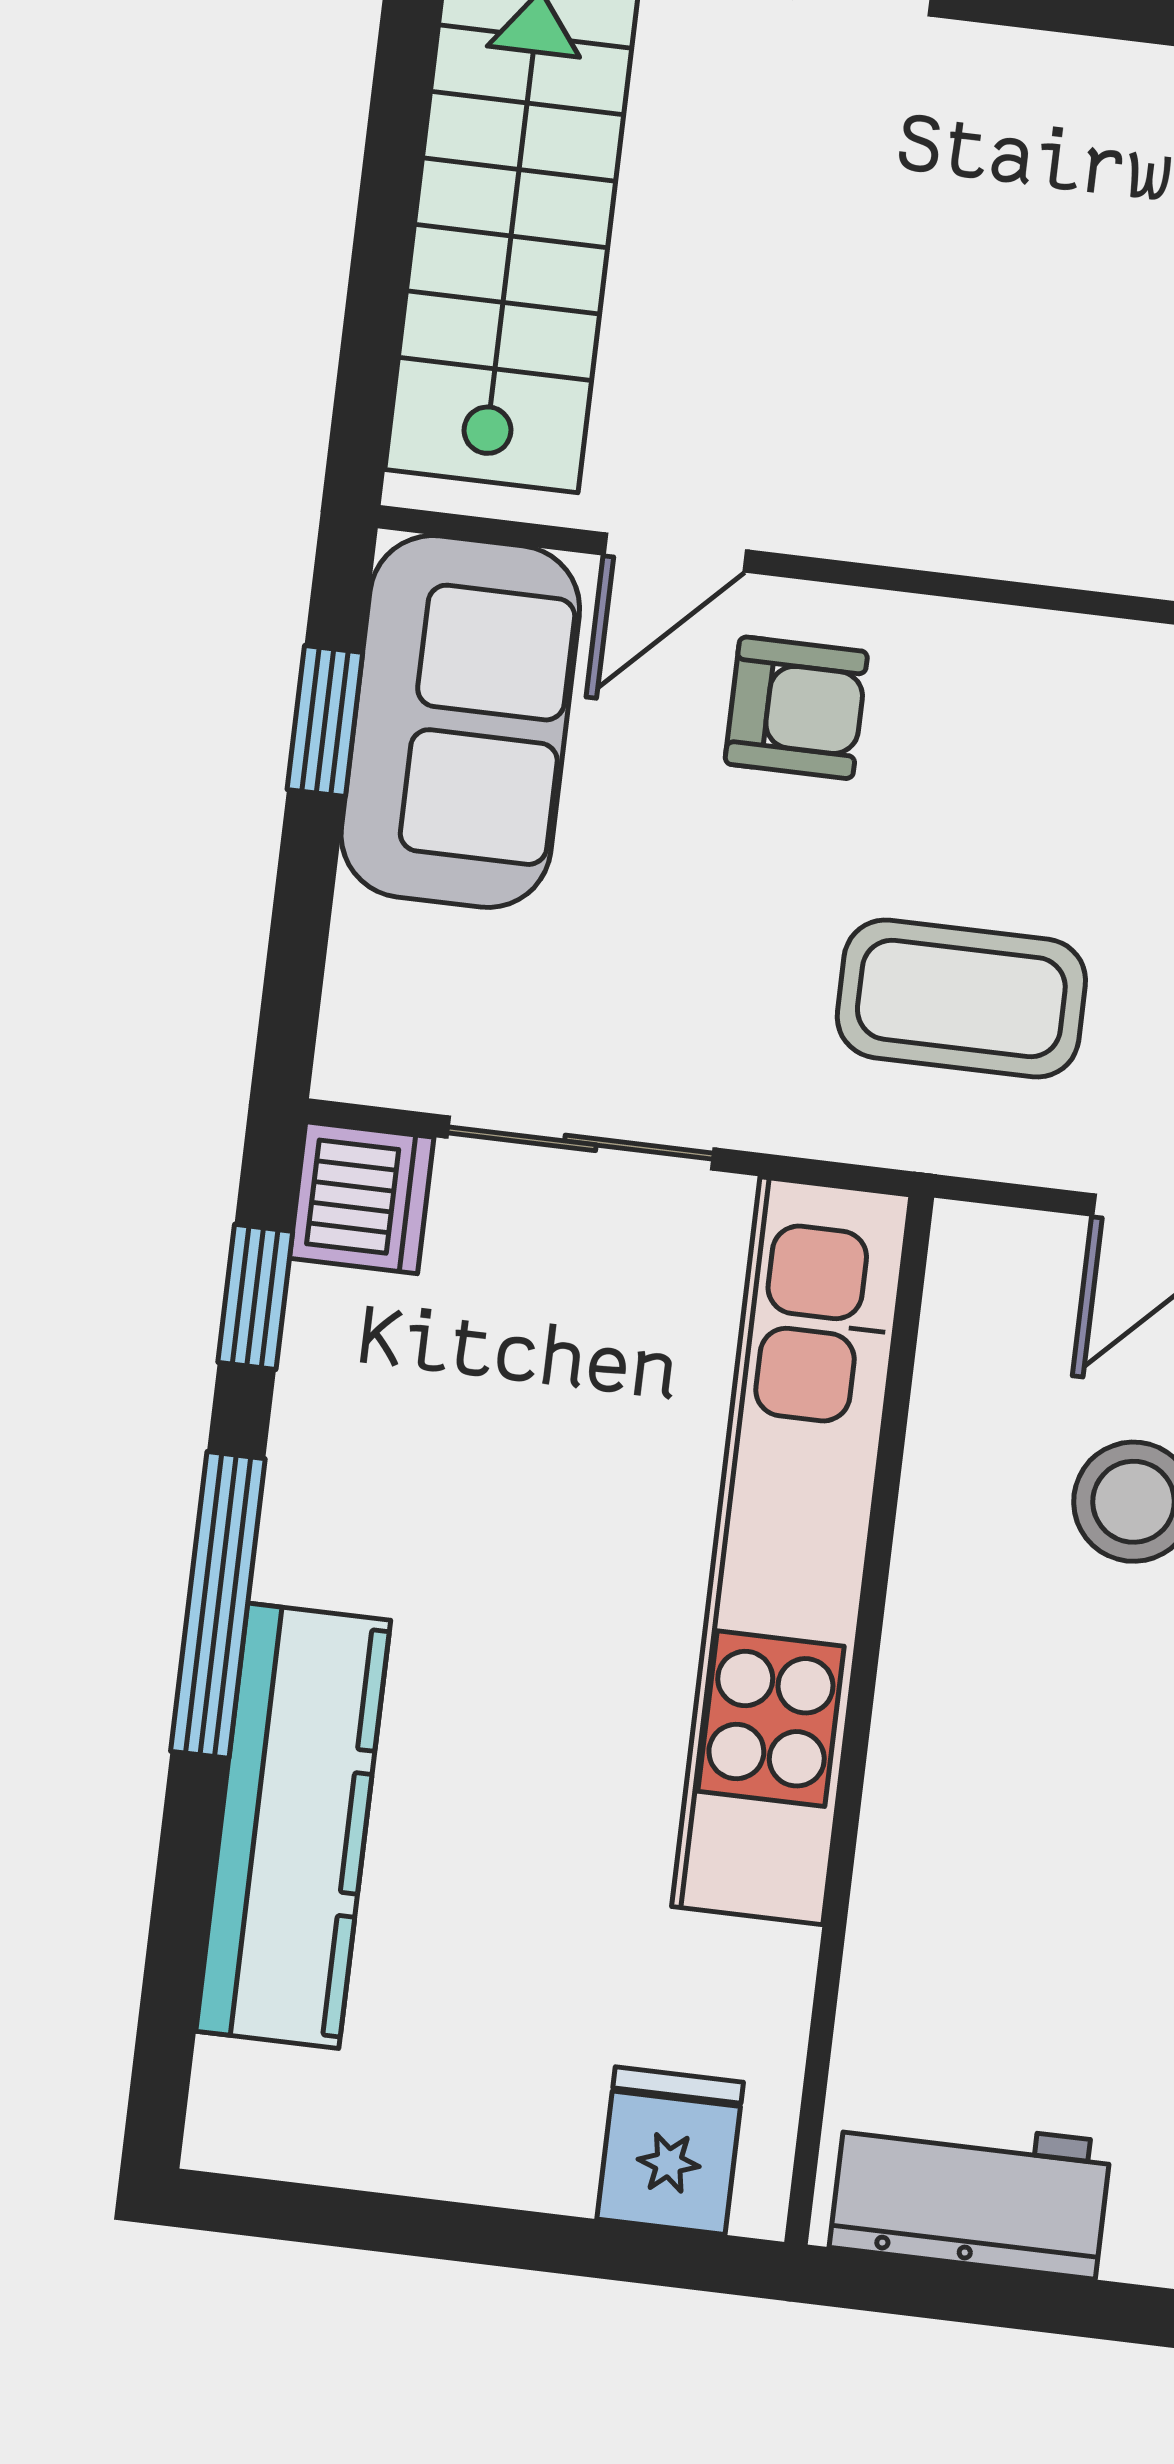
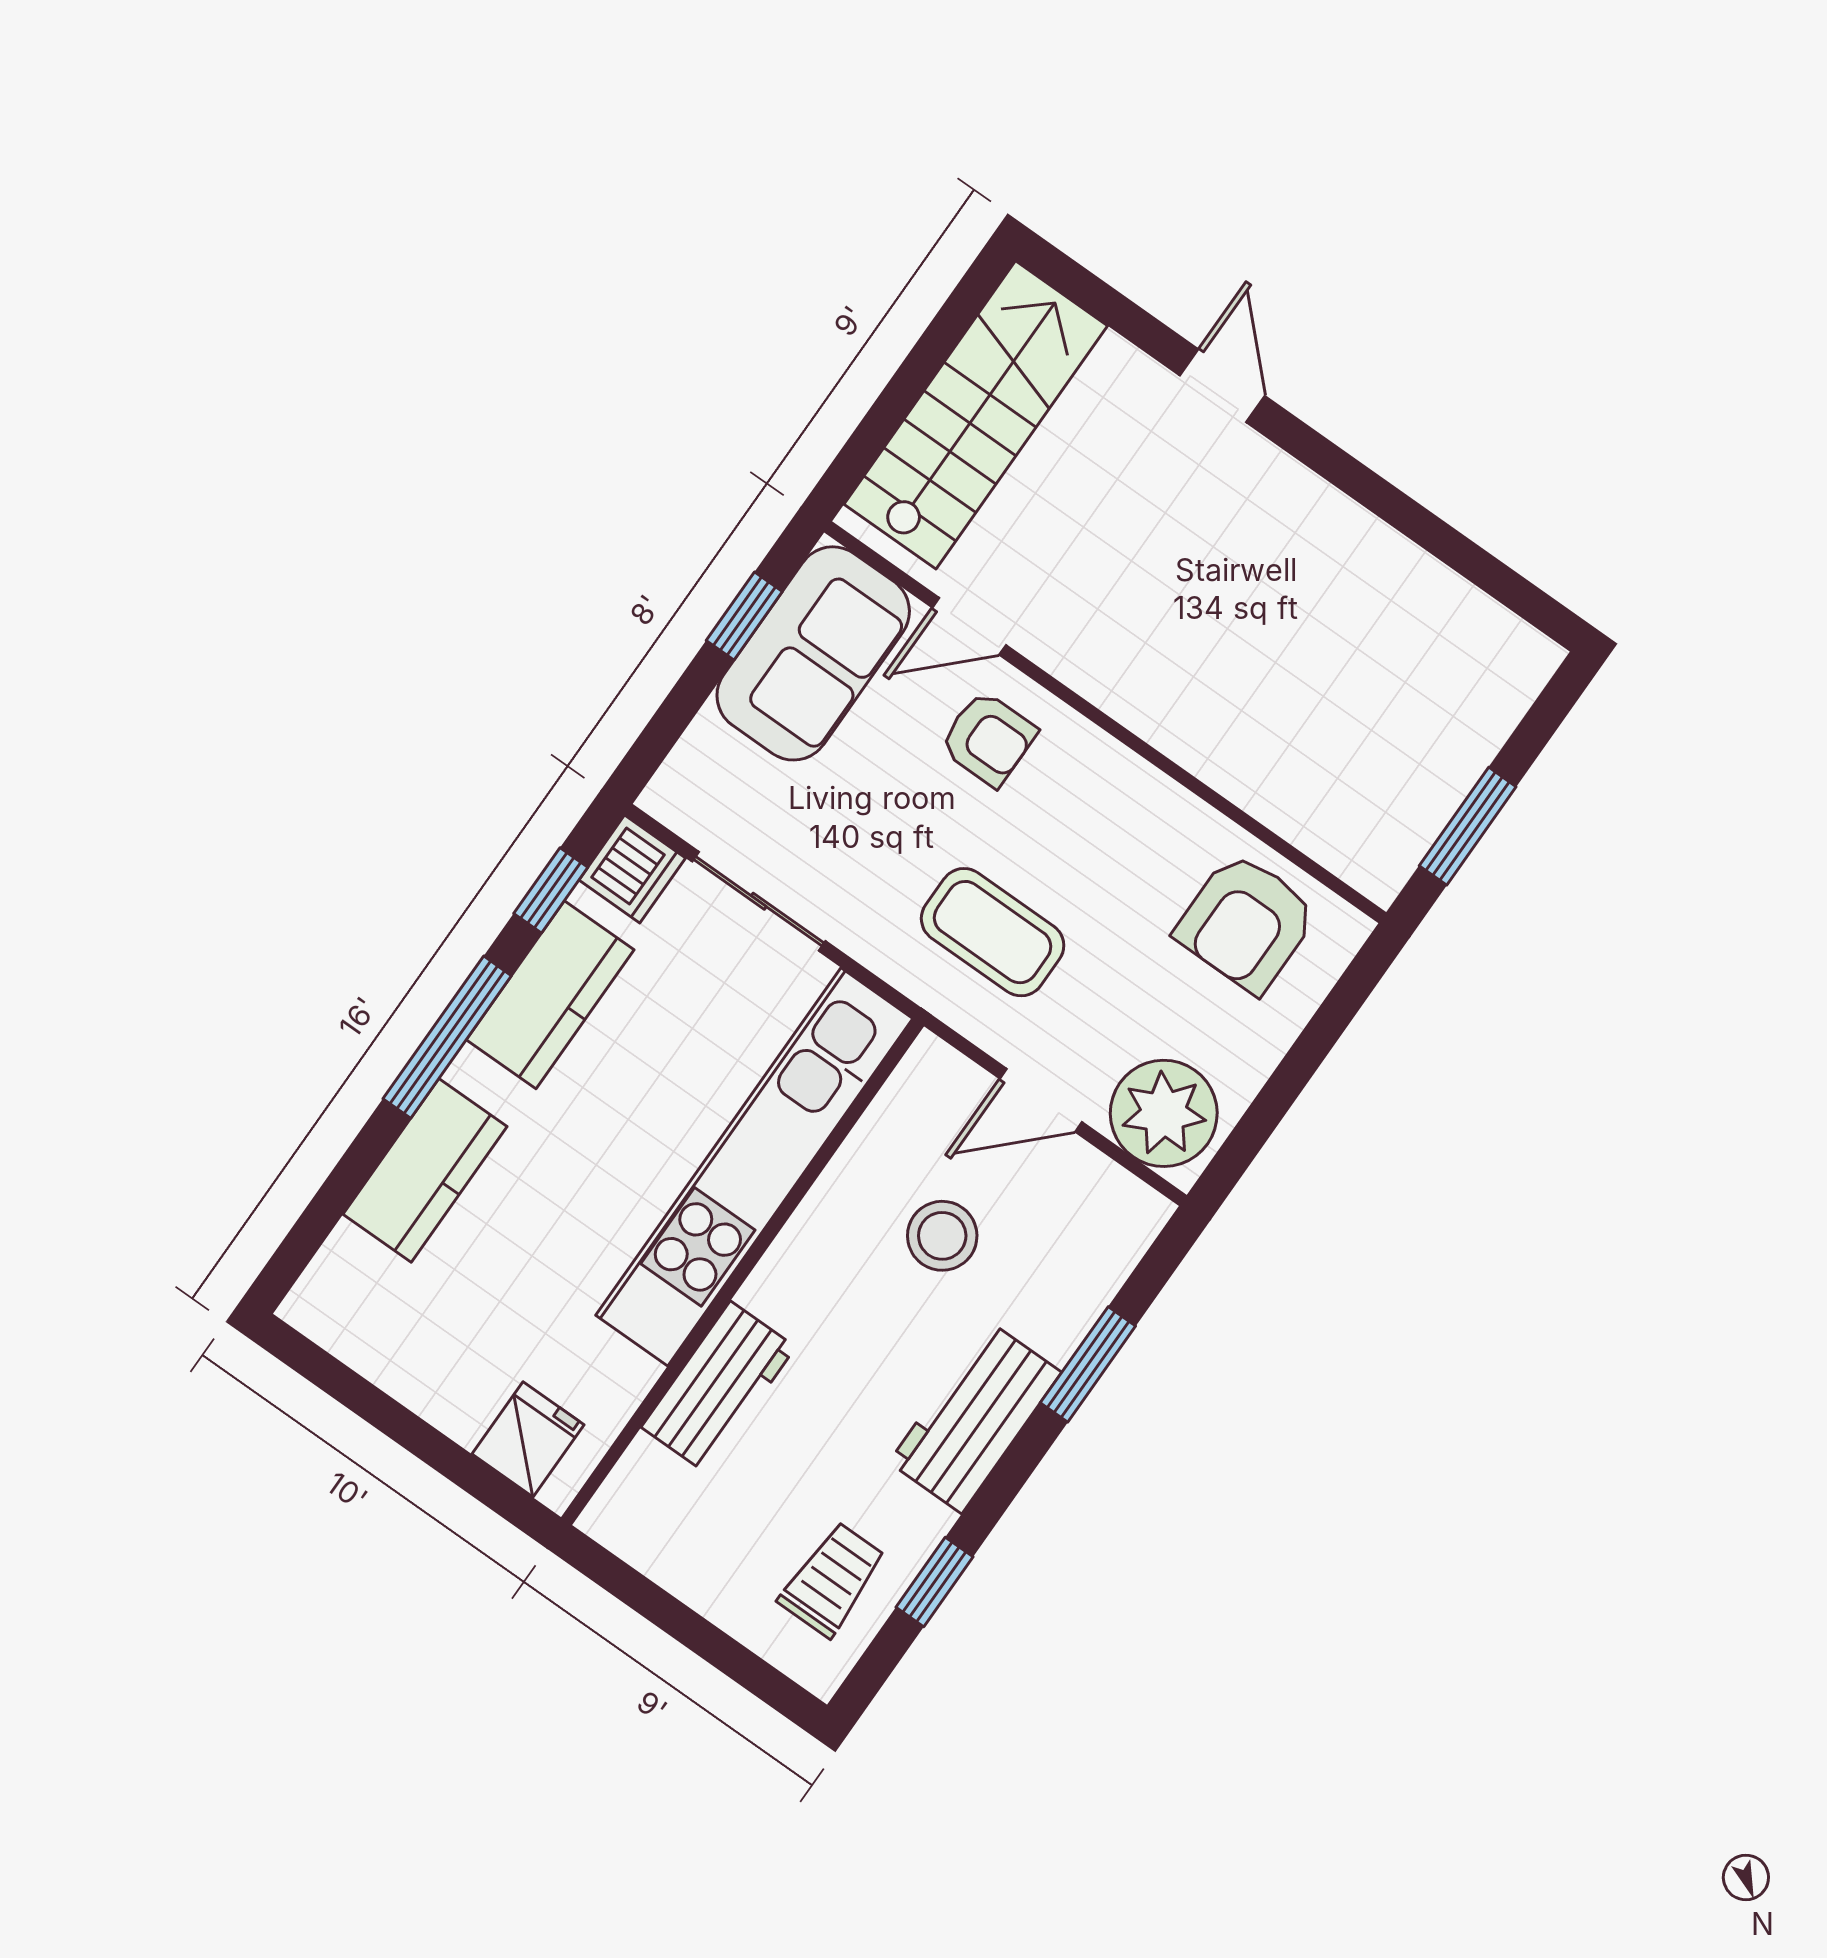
kitchen counter: (340, 1456) -> (550, 995), added
kitchen counter: (293, 1826) -> (425, 1170), width x0.67
workbench: (970, 2195) -> (718, 1387), moved, turned 90

